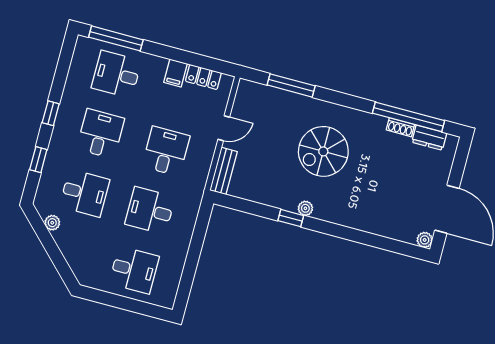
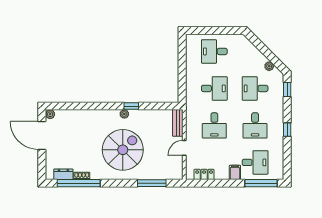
filing cabinet: (175, 73) -> (235, 172), moved
spiral stairs: (323, 151) -> (123, 150), width x1.37, depth x1.37
window: (38, 160) -> (287, 90), moved

